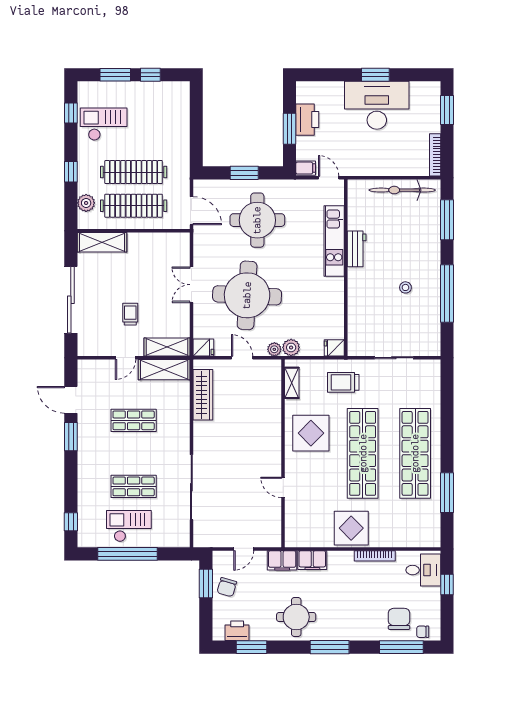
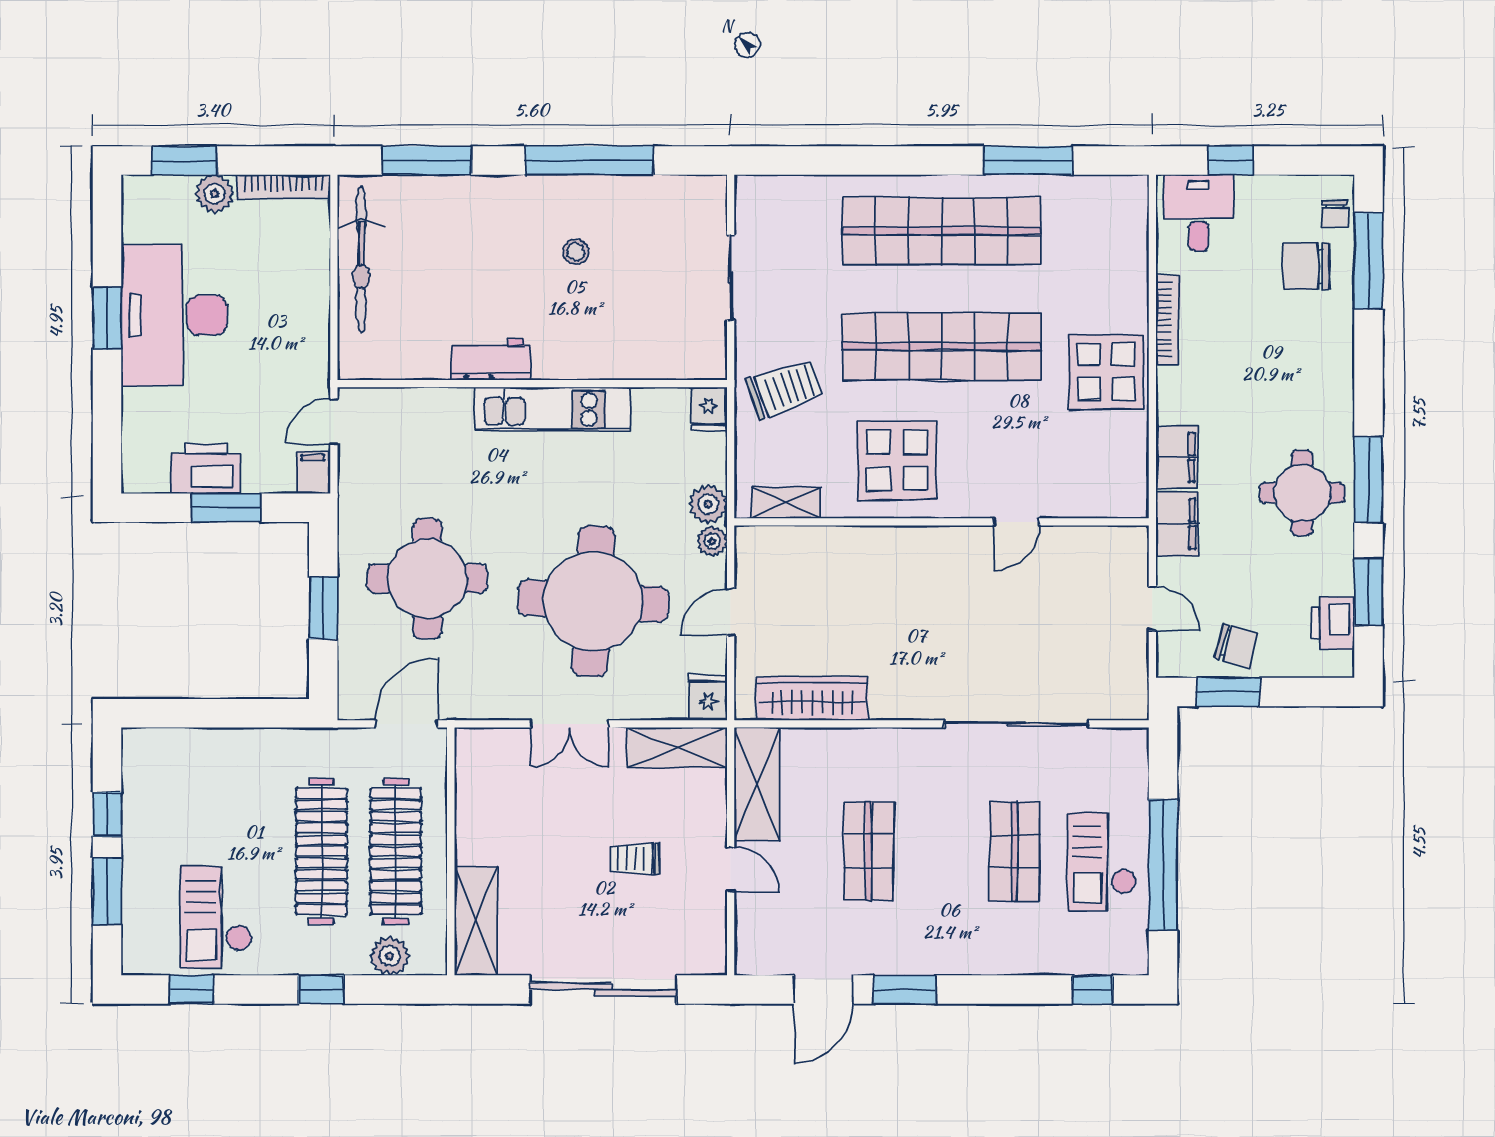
plant: (432, 124) -> (215, 194), added
kitchen unit: (334, 241) -> (553, 409), moved
shelving: (167, 347) -> (677, 747), moved, turned 90
trolley: (343, 382) -> (785, 389), turned -109
window: (330, 647) -> (1368, 480), moved

